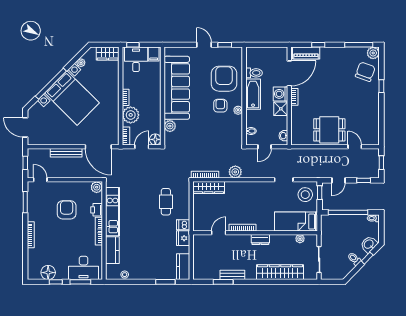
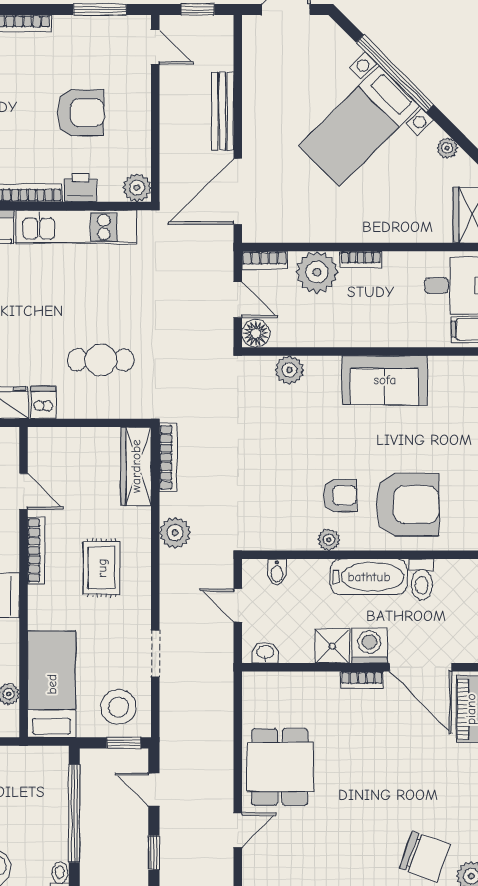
sofa: (177, 88) -> (385, 380), width x0.54, depth x0.79
bed with nightstands: (72, 98) -> (359, 126), width x0.73
door: (40, 180) -> (155, 47), hinge flipped
rug: (249, 201) -> (102, 568), added

